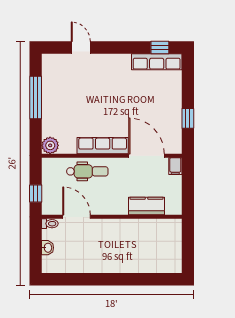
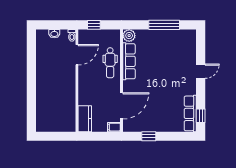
door: (81, 47) -> (201, 71), moved
row of seats: (103, 146) -> (129, 61), moved
kitchen counter: (146, 206) -> (85, 119), moved

